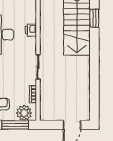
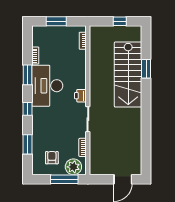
printer: (31, 30) -> (80, 96), moved

